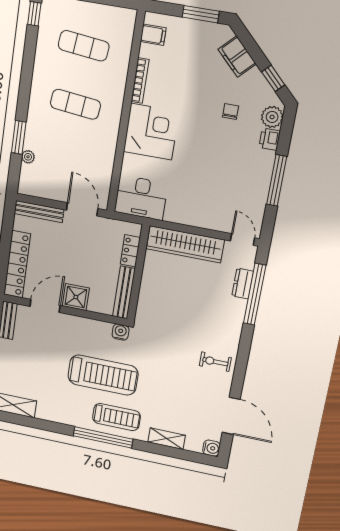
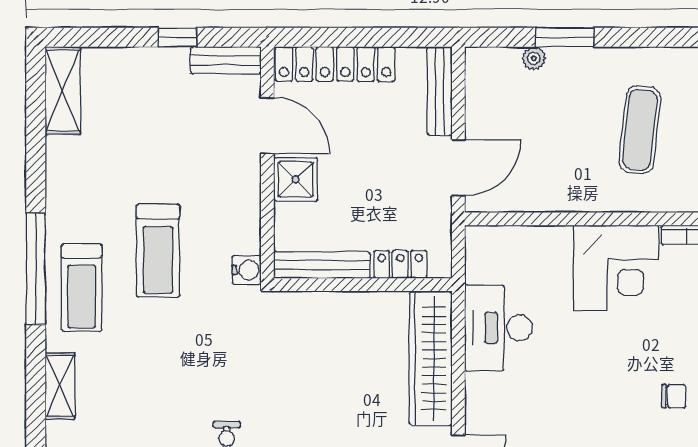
desk: (141, 198) -> (499, 328), moved
treadmill: (103, 375) -> (158, 251), width x0.73, depth x0.73

